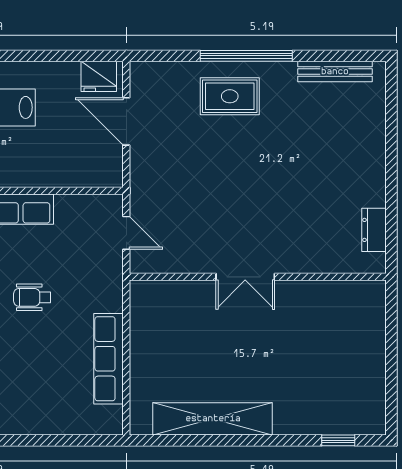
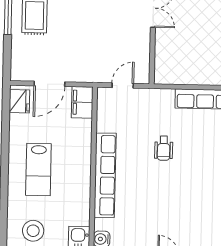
filing cabinet: (99, 172) -> (82, 102), added

